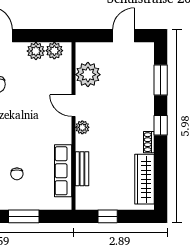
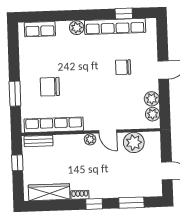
door: (74, 106) -> (108, 132), swing flipped
bench: (82, 169) -> (39, 141), moved
row of seats: (63, 171) -> (54, 125), width x1.36
chair: (17, 174) -> (50, 87), width x1.87, depth x1.87

